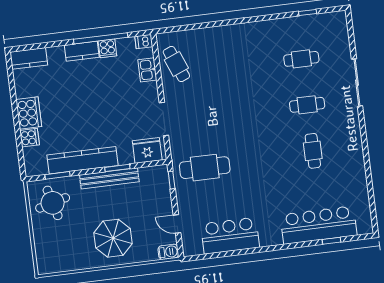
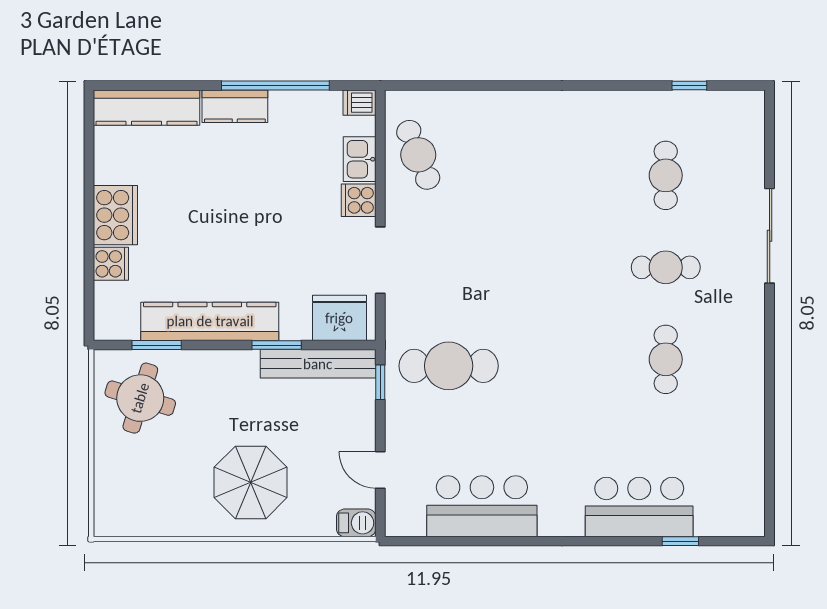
cooker: (107, 48) -> (359, 200), moved, turned 90
kitchen counter: (29, 58) -> (147, 108), width x1.50
cafe table: (301, 59) -> (666, 175), turned 90
bench: (109, 178) -> (318, 364), moved
round table: (53, 203) -> (140, 398), turned 32
bar counter: (319, 225) -> (639, 507), width x0.73

